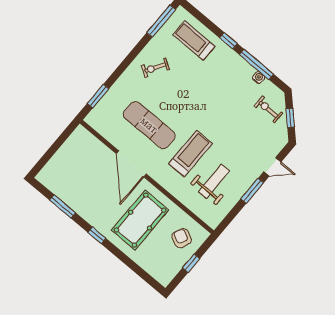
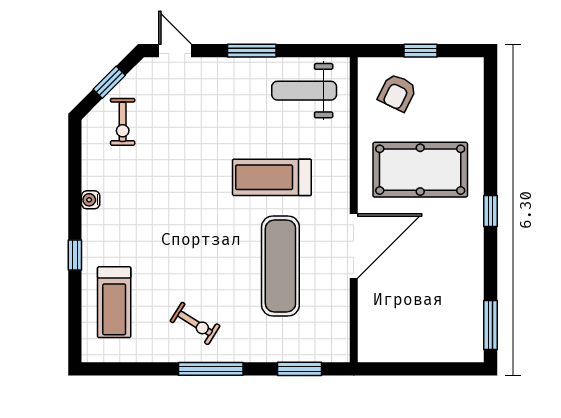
window: (161, 21) -> (211, 369), moved
window: (257, 64) -> (75, 190), removed
water cooler: (258, 78) -> (91, 200), moved
door: (272, 167) -> (175, 51), moved
weight bench: (214, 181) -> (304, 91), moved
window: (62, 206) -> (490, 325), moved

